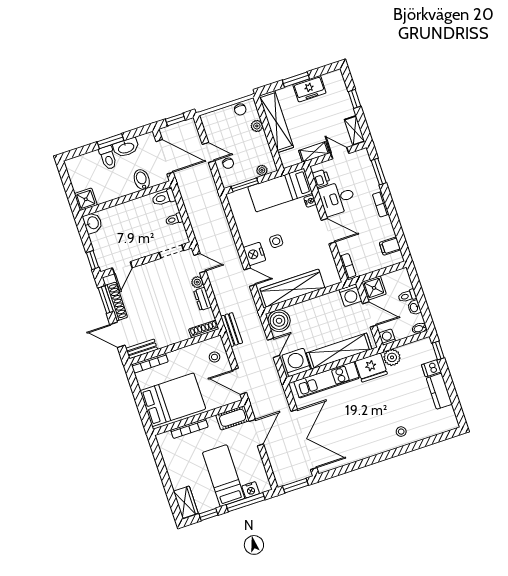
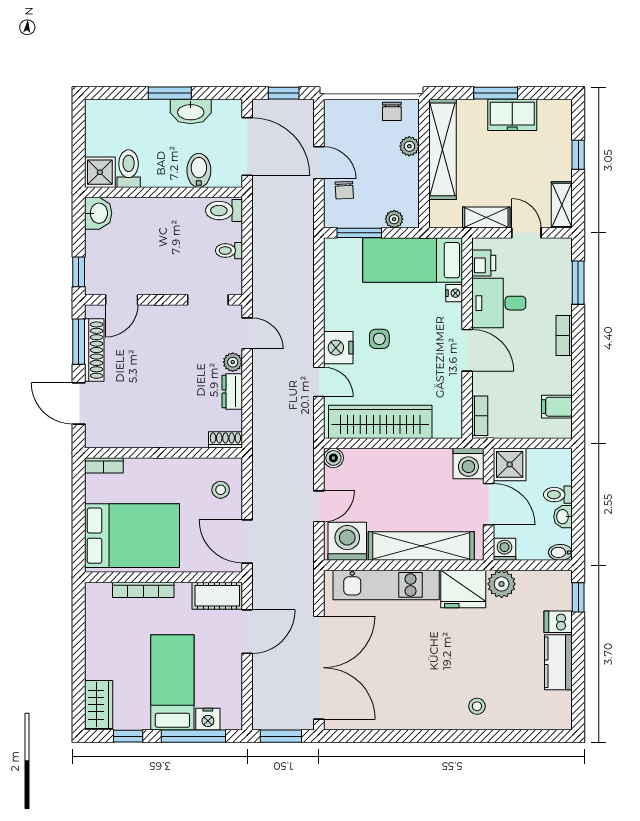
toilet: (108, 158) -> (129, 169), moved, turned 180
boiler: (279, 321) -> (333, 458), width x0.54, depth x0.54
shoe rack: (204, 329) -> (225, 440), width x0.70
bench: (232, 330) -> (262, 455), removed
bench: (142, 349) -> (109, 439), removed
bookcase: (150, 363) -> (104, 465), width x0.64

